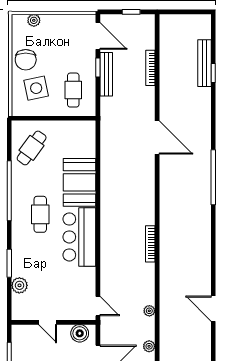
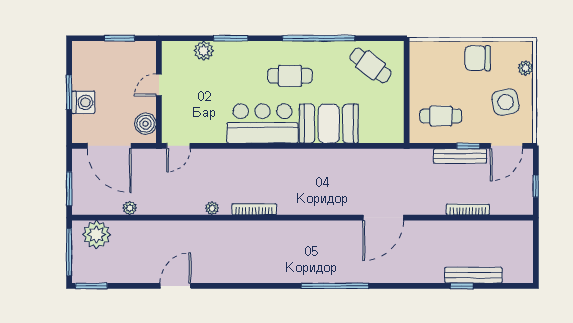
side table: (36, 88) -> (505, 102), moved
plant: (149, 311) -> (212, 208), moved

